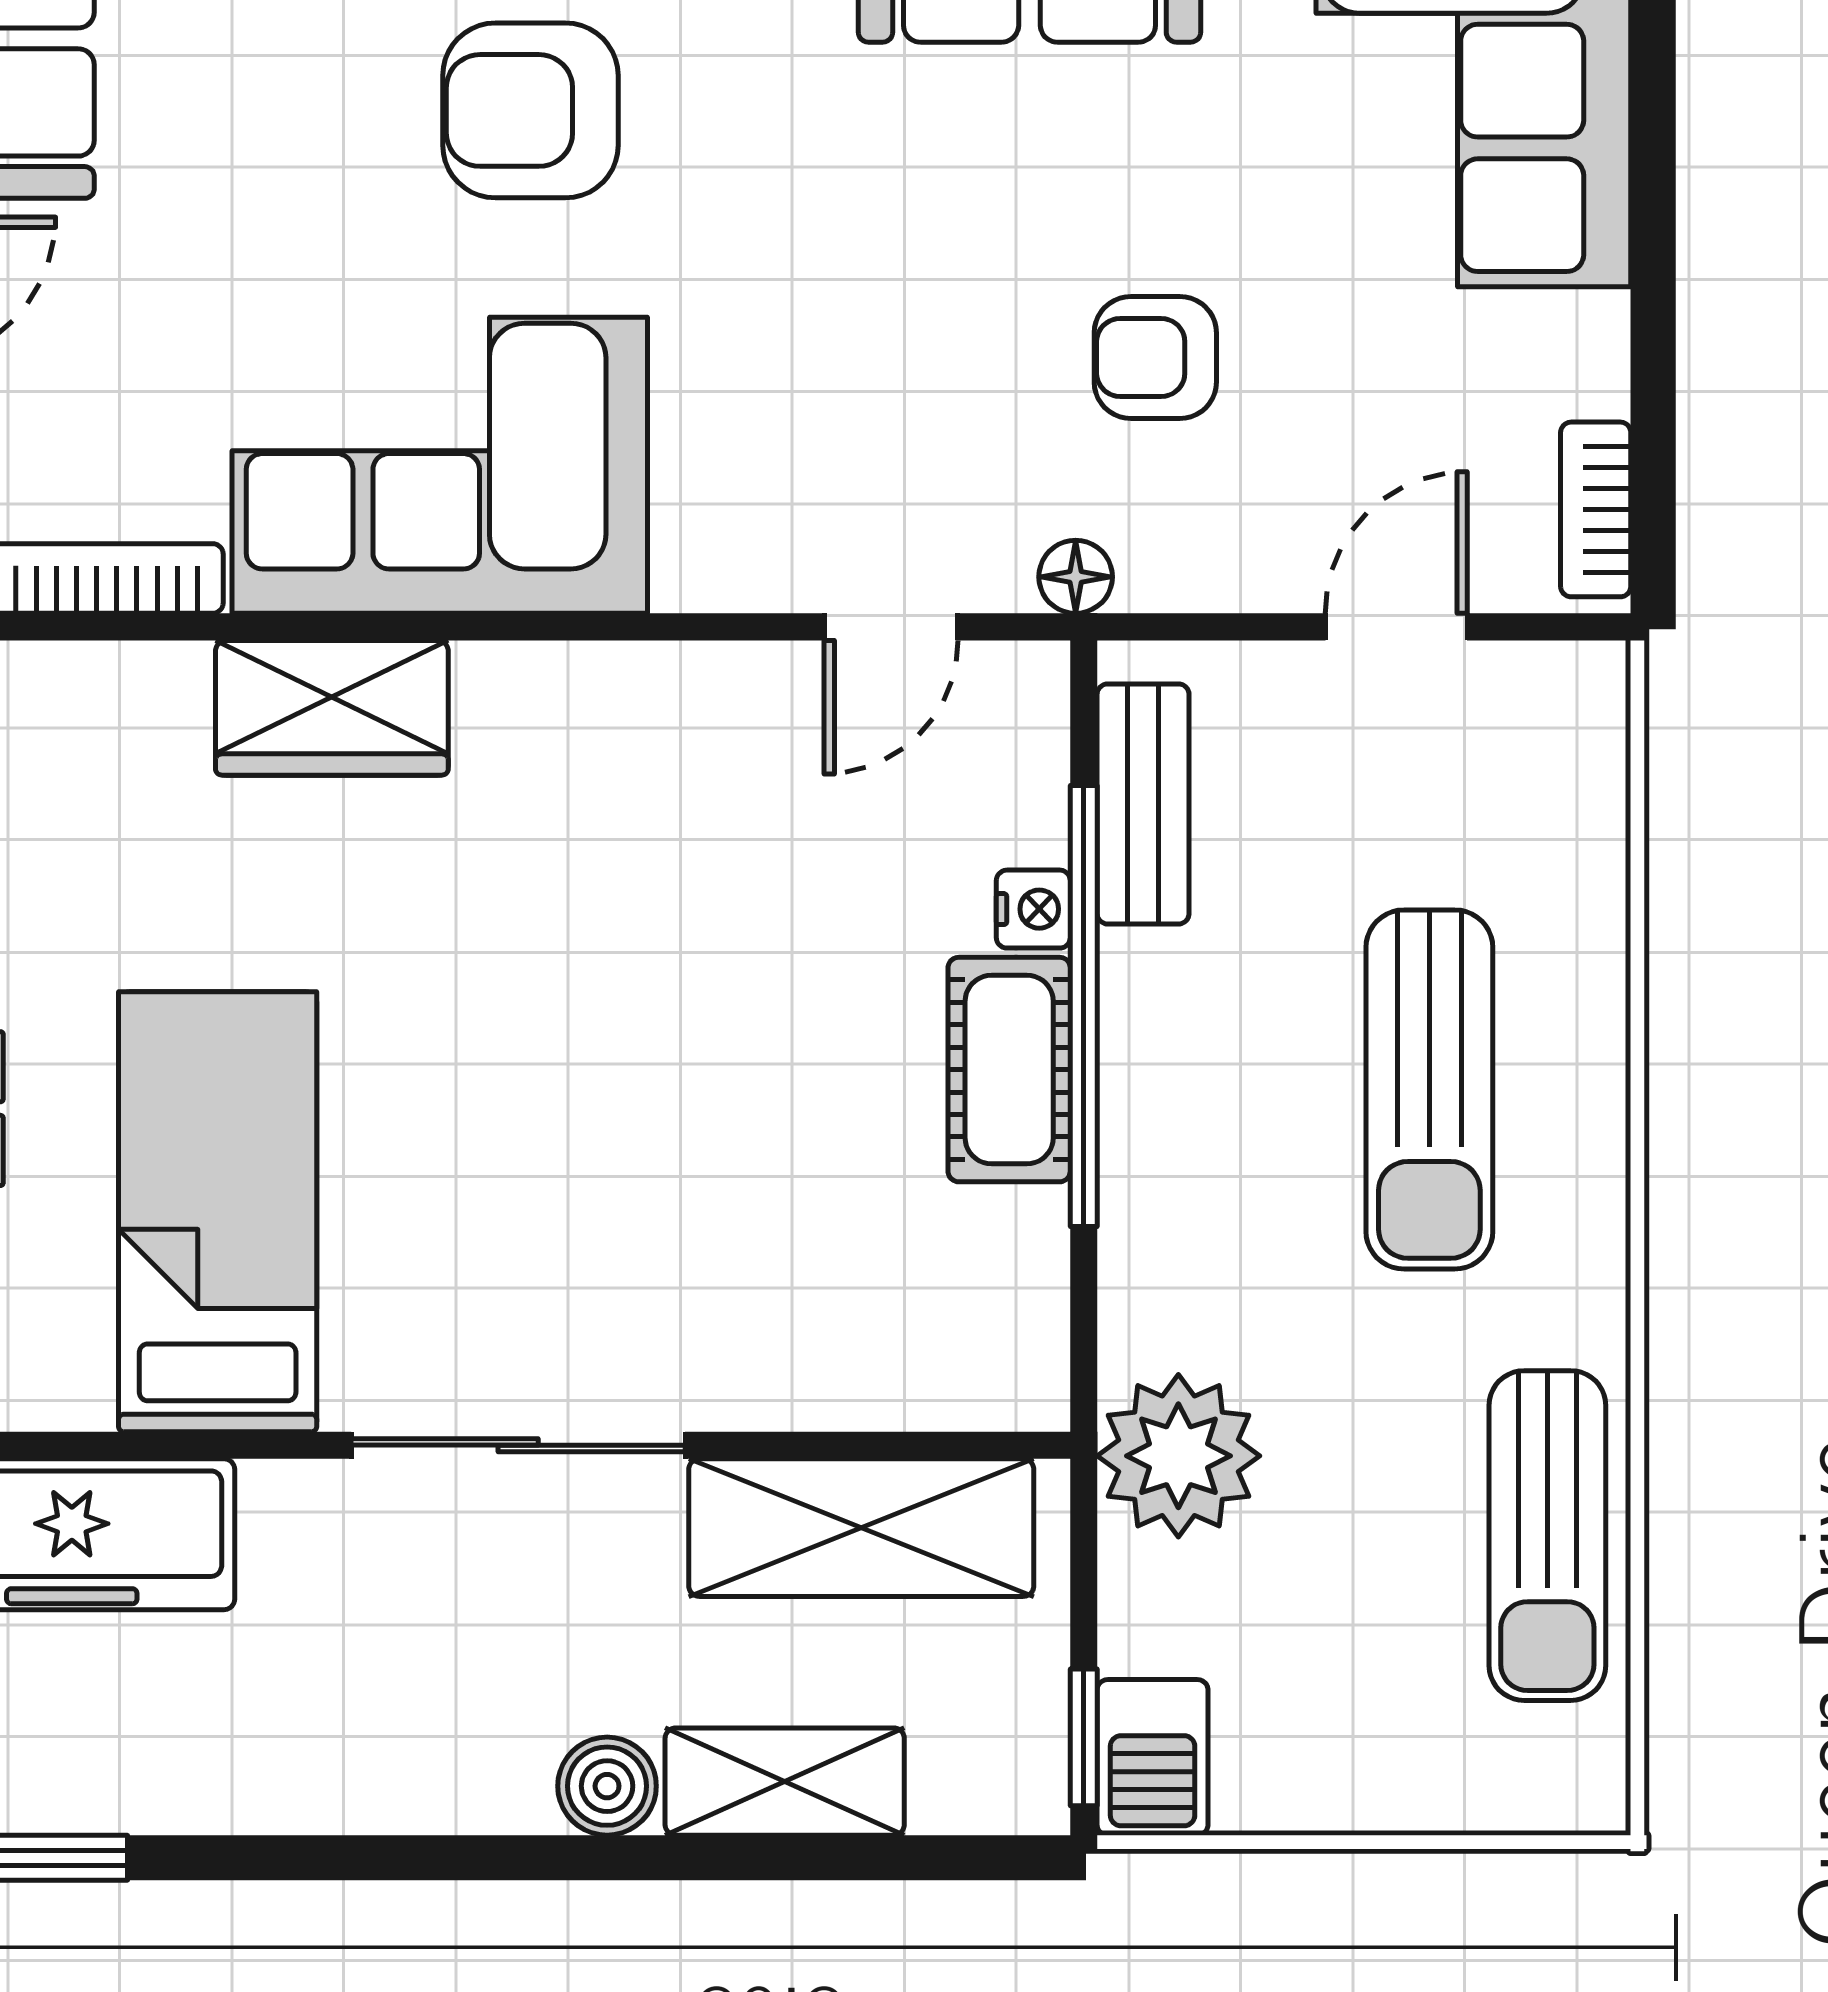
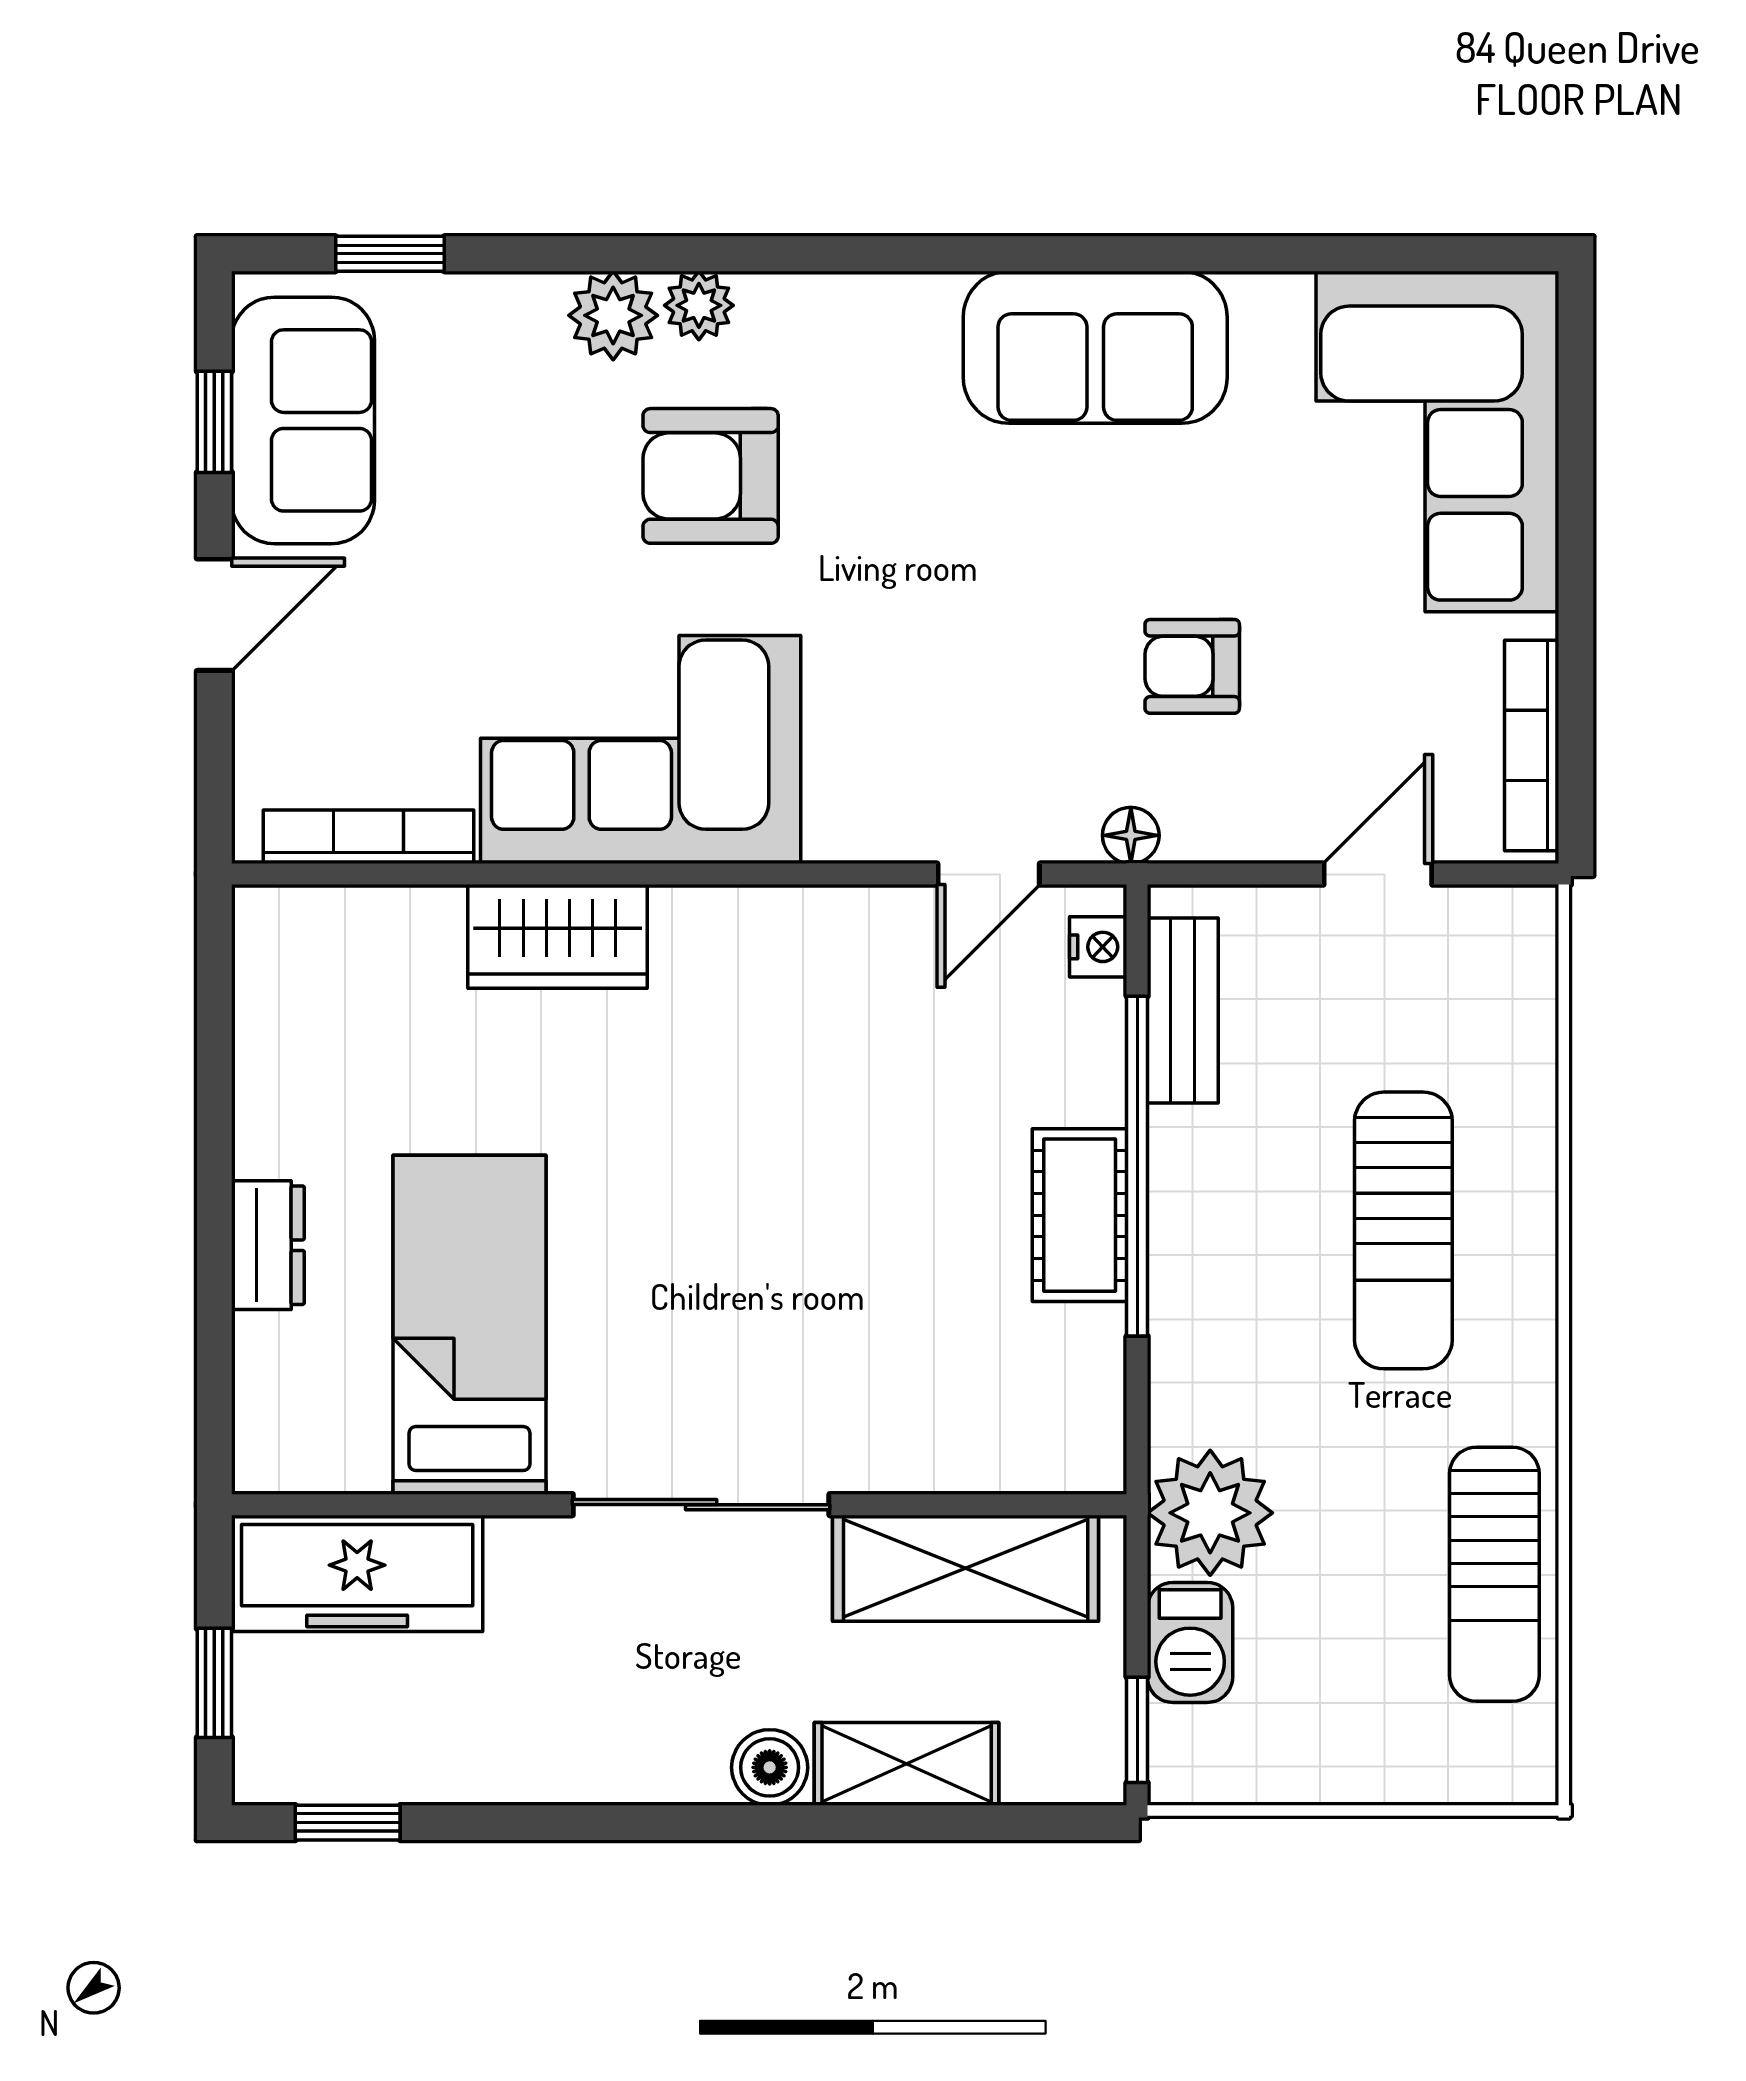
bookcase: (1596, 509) -> (1532, 746), width x1.56
nightstand: (1033, 909) -> (1098, 947), moved
barbecue: (1153, 1757) -> (1190, 1642), moved

